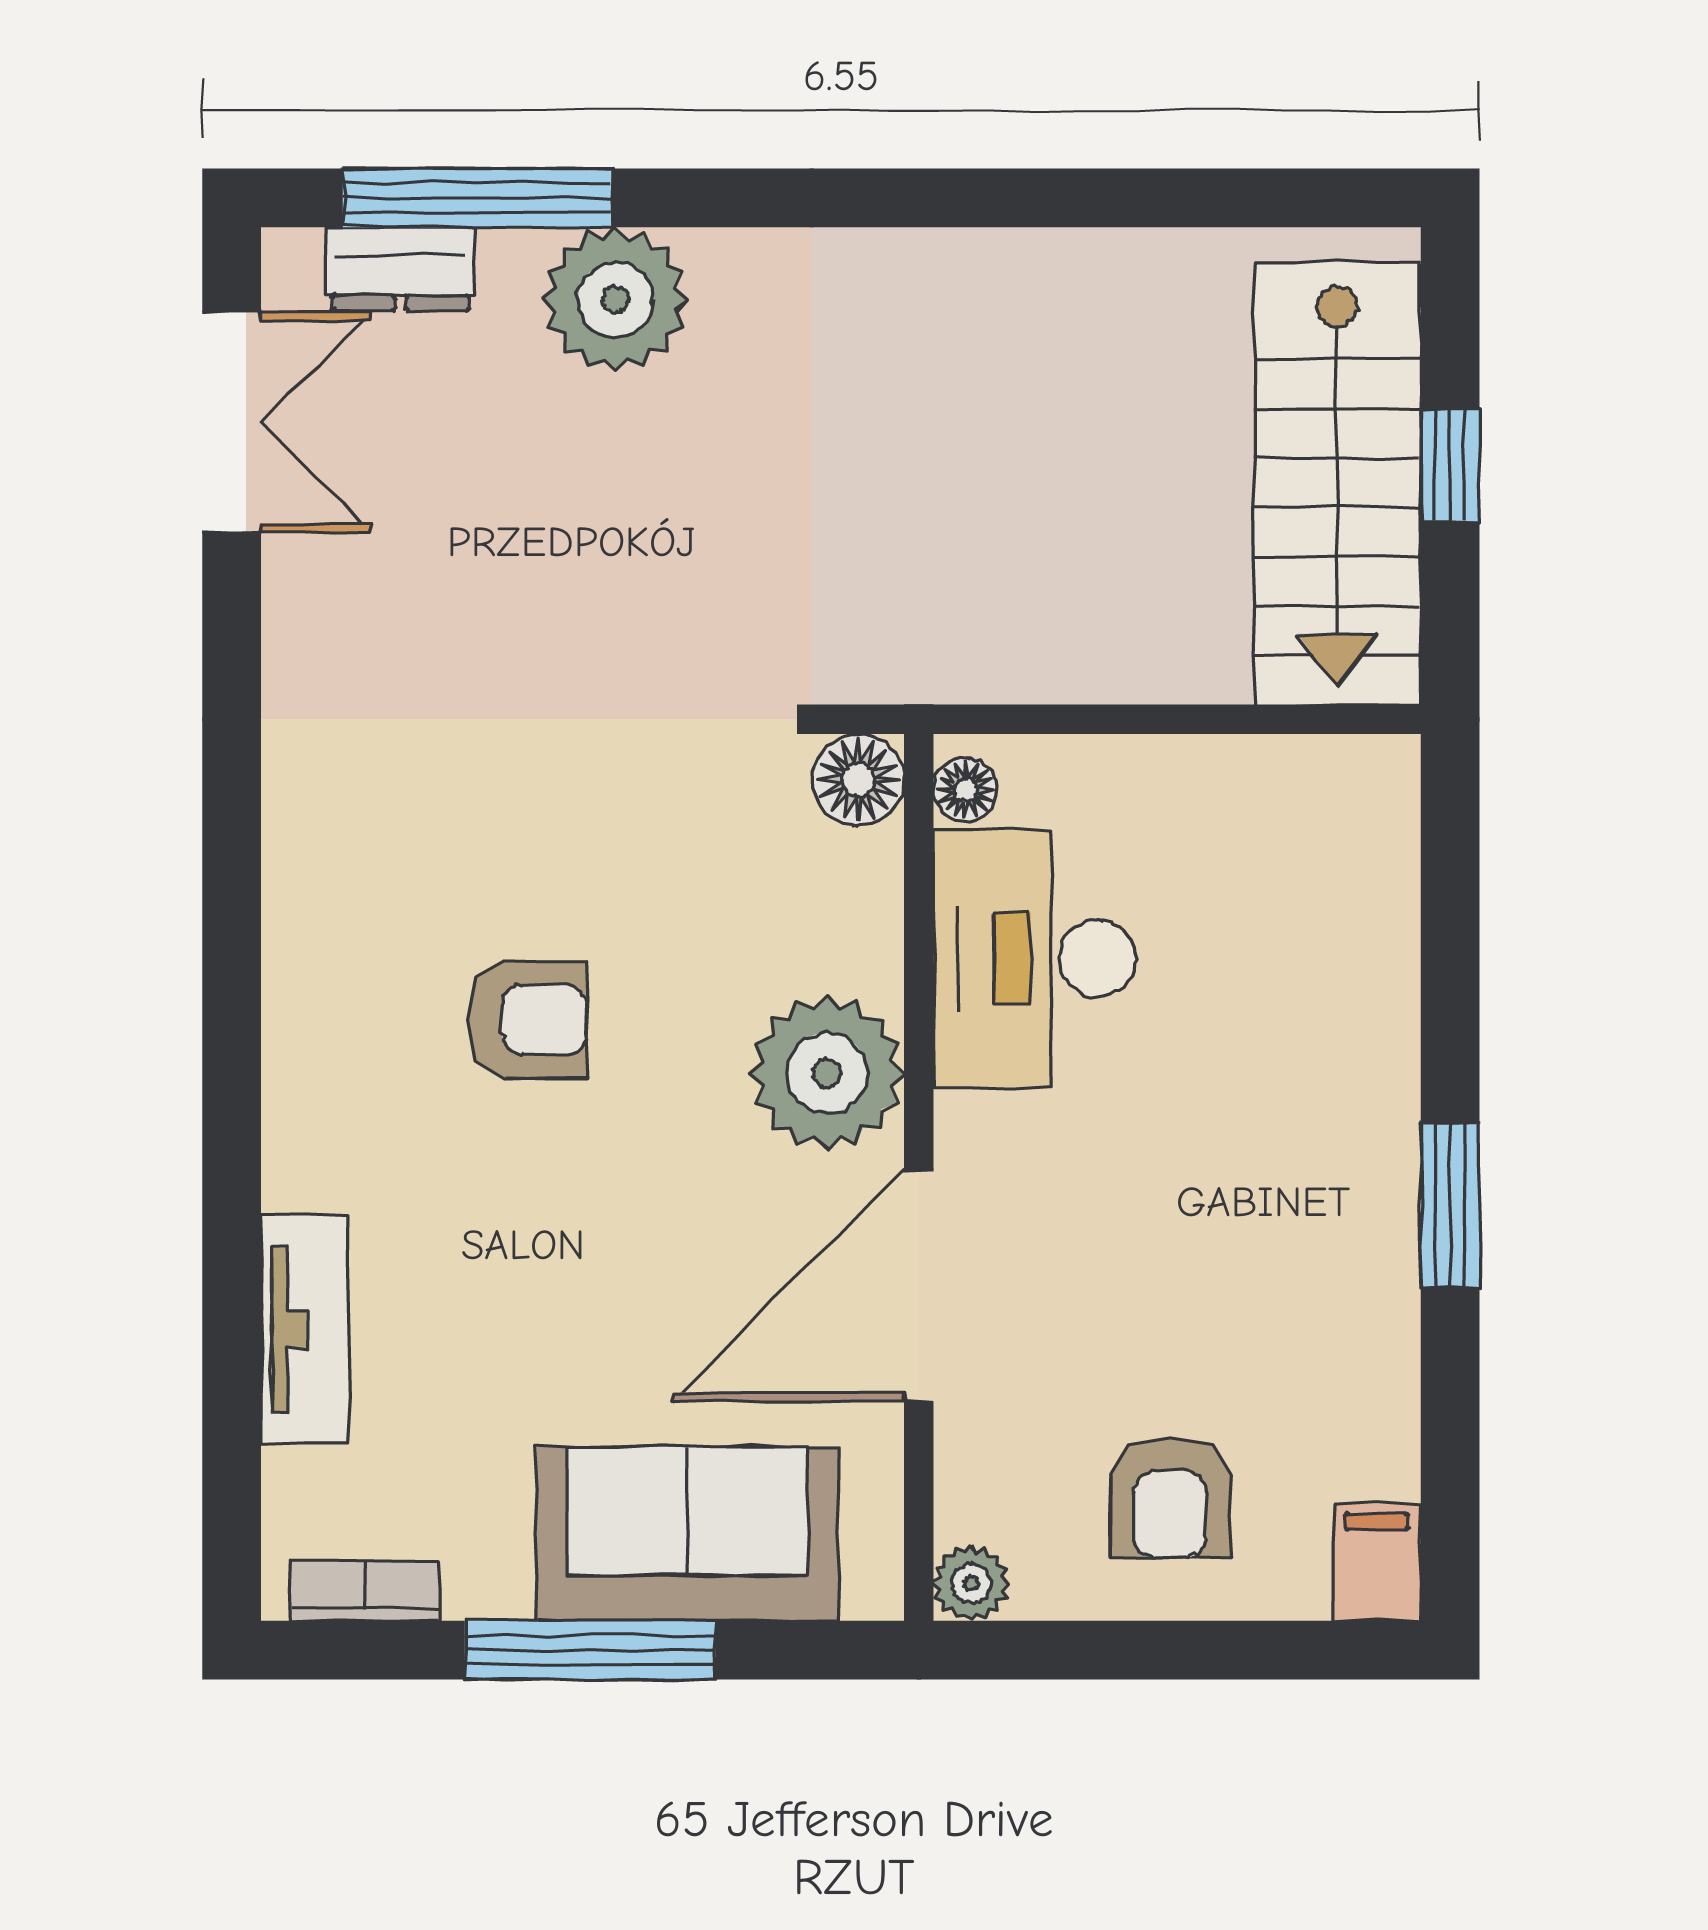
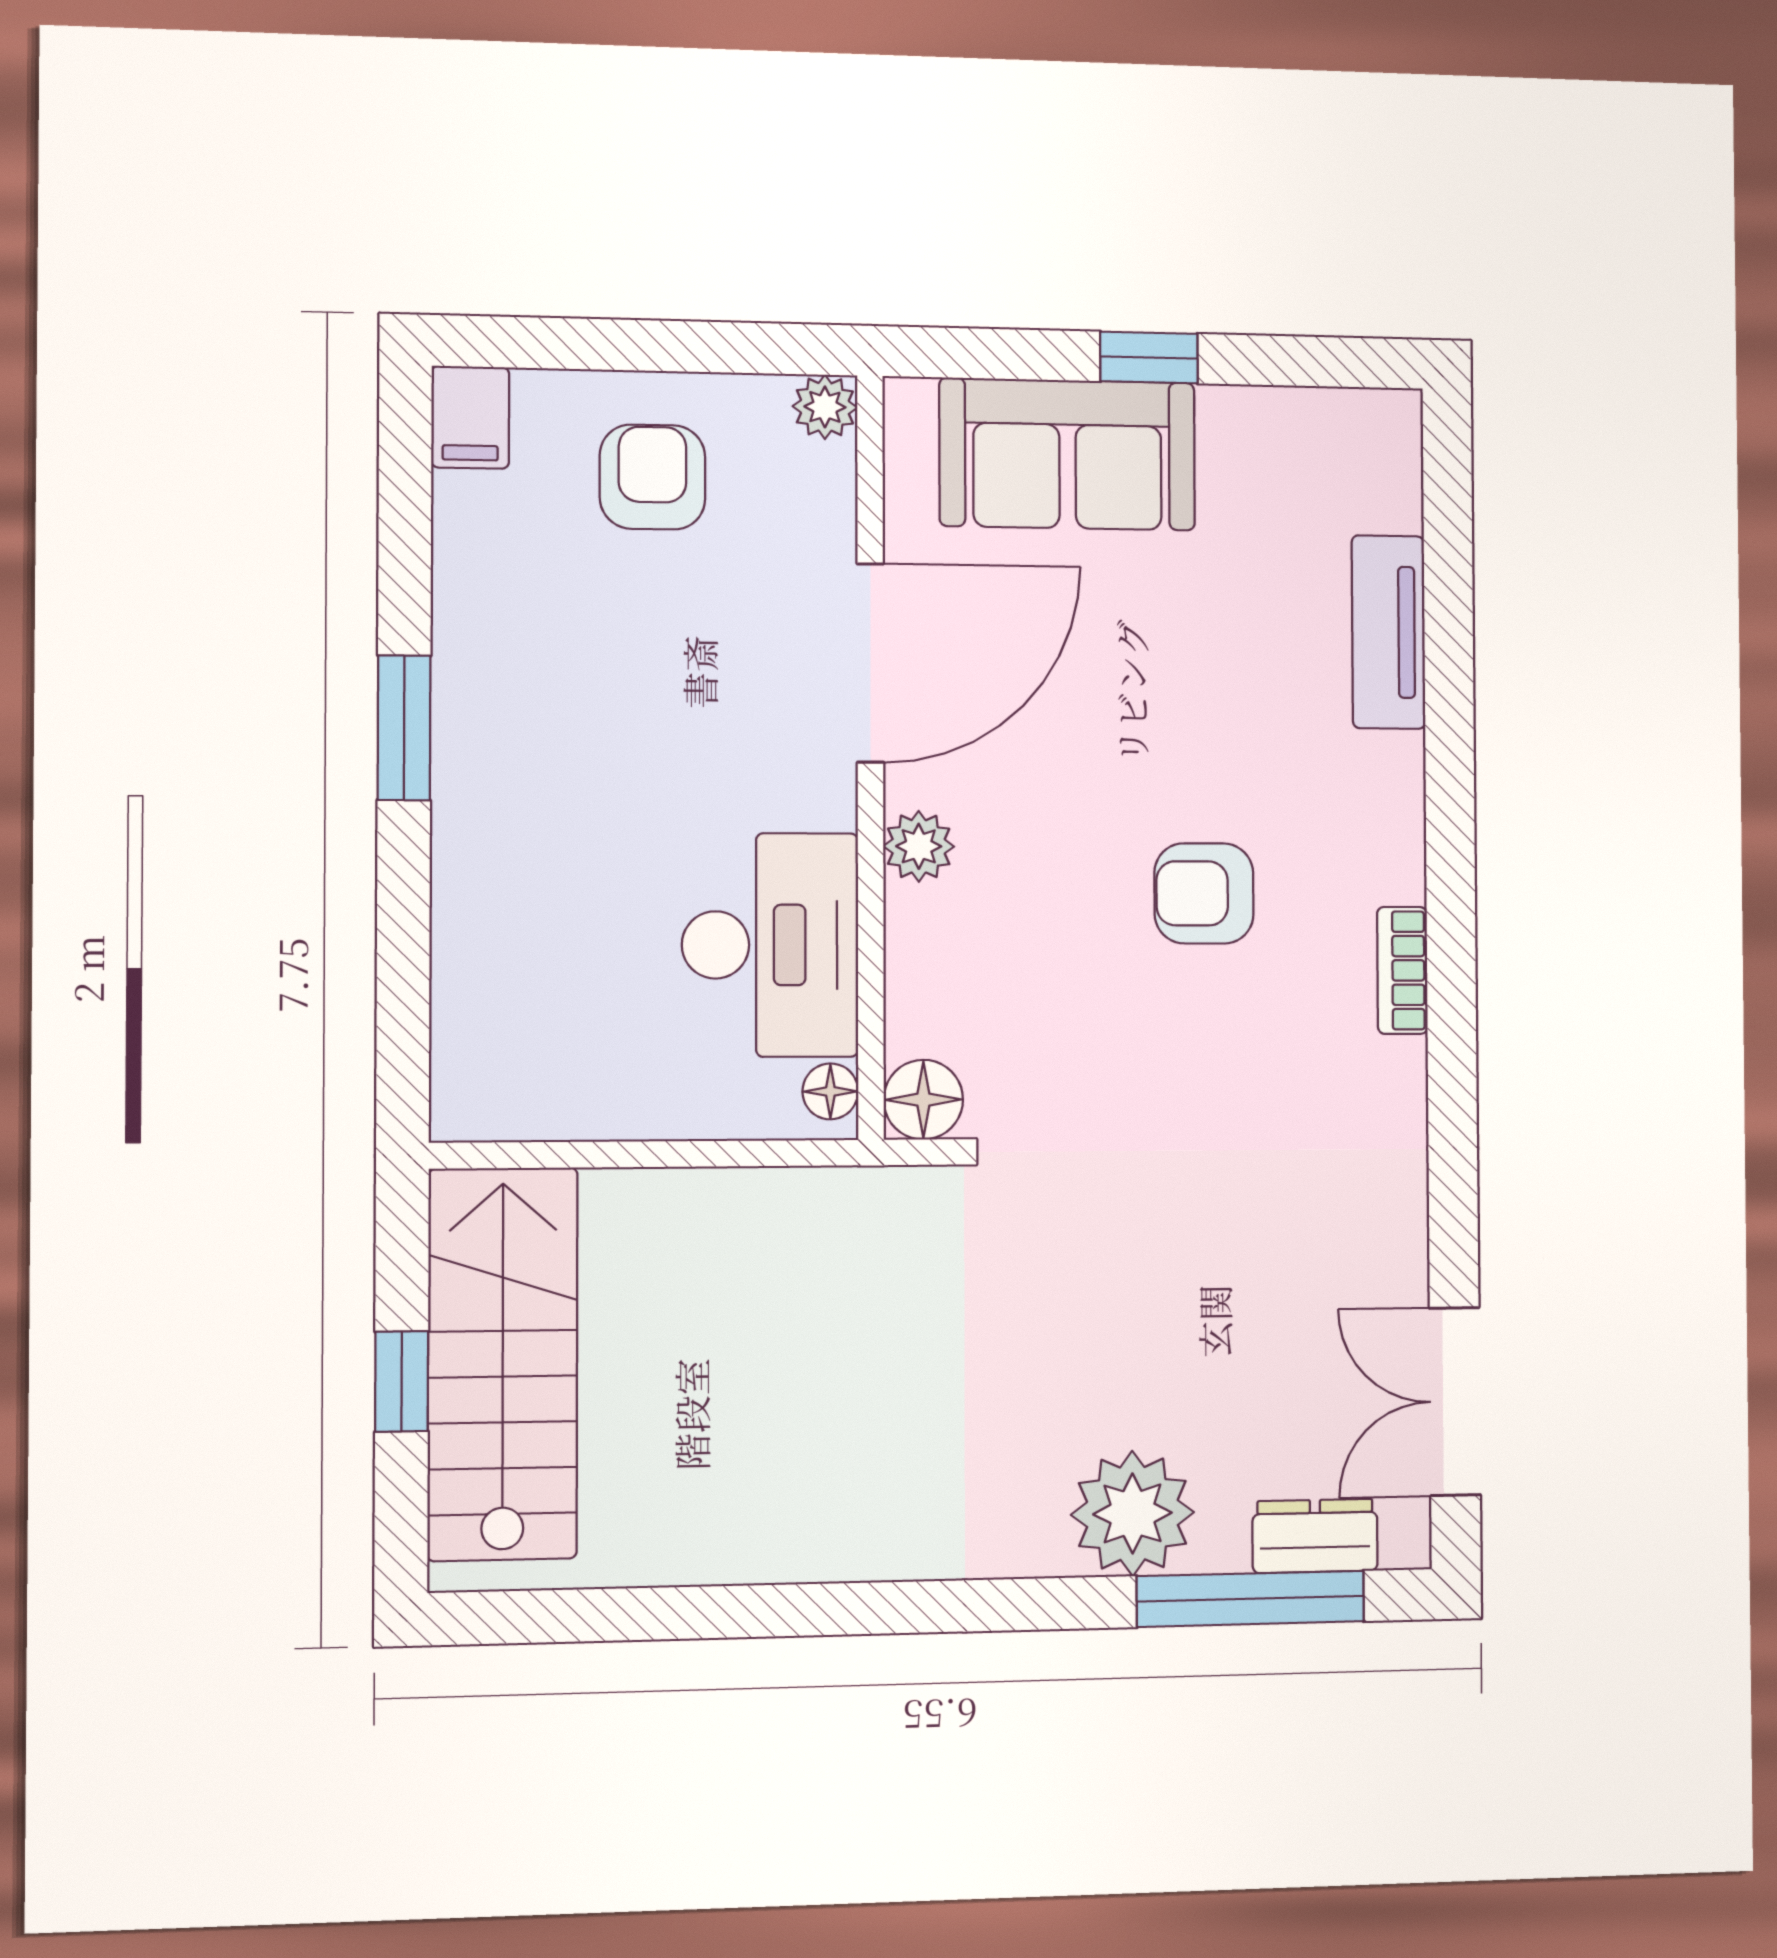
plant: (827, 1073) -> (919, 846), width x0.53, depth x0.53
bookcase: (365, 1591) -> (1402, 970), moved, turned 90
window: (590, 1650) -> (1149, 357), width x0.46

